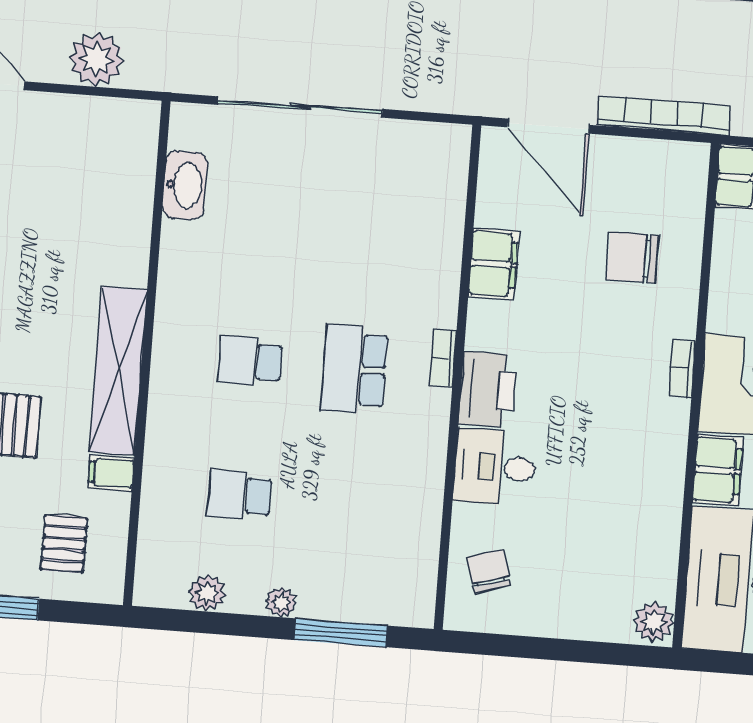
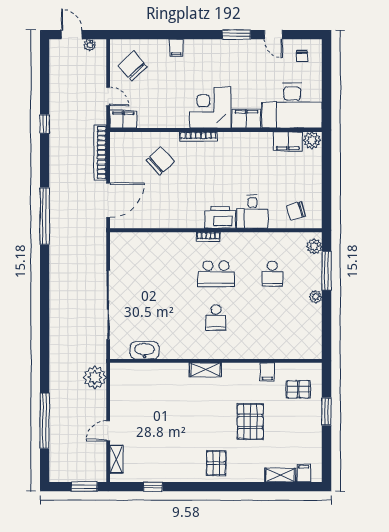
plant: (96, 59) -> (95, 377), moved
chair: (633, 257) -> (160, 161), turned -132
filing cabinet: (494, 264) -> (288, 141), moved, turned 180
bookcase: (682, 368) -> (198, 137), width x1.56
shelving: (118, 371) -> (205, 370), width x0.45, depth x0.75
school desk: (240, 495) -> (272, 274), moved
plant: (207, 593) -> (314, 246), moved

